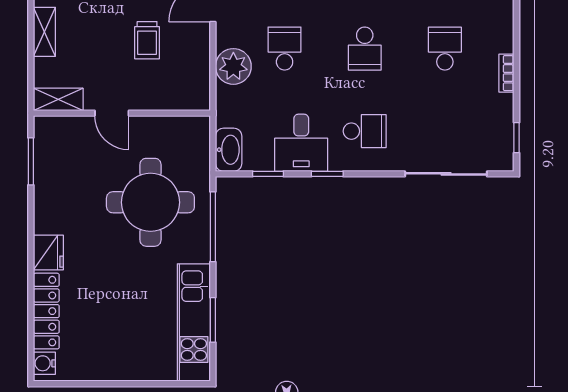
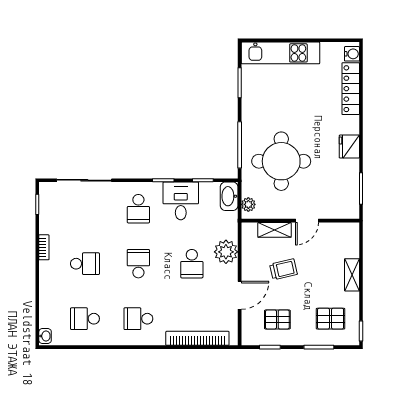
trolley: (147, 40) -> (284, 269), turned 77
school desk: (445, 49) -> (85, 264), turned -90
shelving: (58, 99) -> (274, 230), moved
door: (112, 113) -> (307, 221), swing flipped
school desk: (365, 131) -> (138, 209), turned -90
plant: (200, 137) -> (248, 204), added
fridge: (48, 253) -> (349, 147), moved
kitchen unit: (194, 323) -> (280, 53), moved, turned 90

